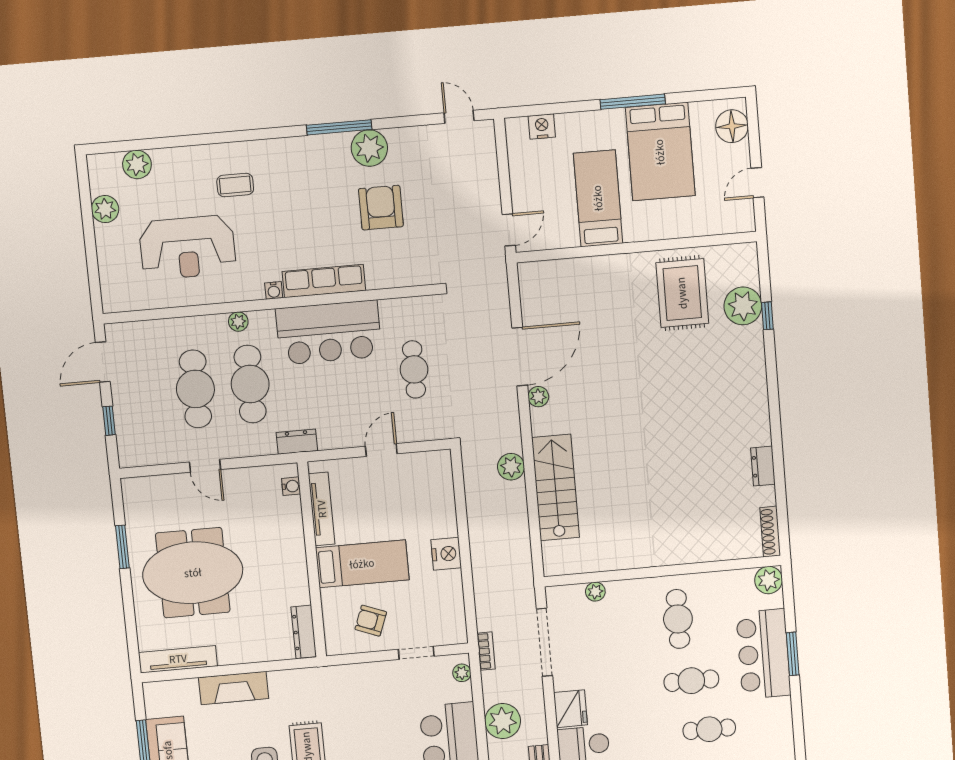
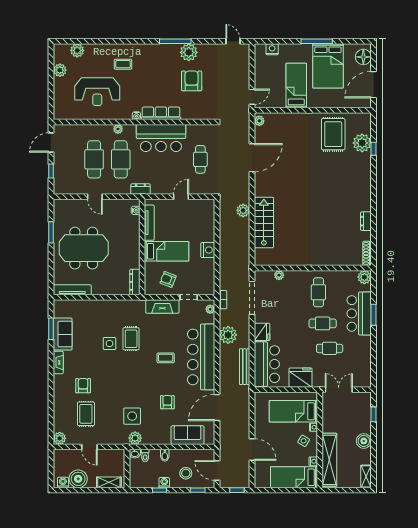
door: (757, 183) -> (374, 85), width x1.87
plant: (538, 397) -> (259, 121), moved
fireplace: (234, 688) -> (162, 306), moved

